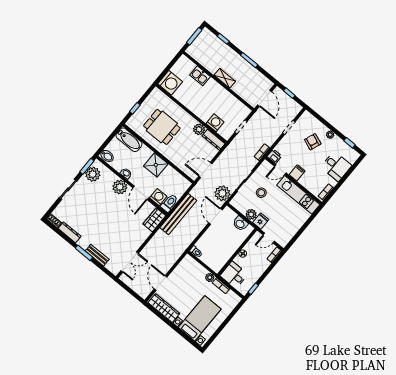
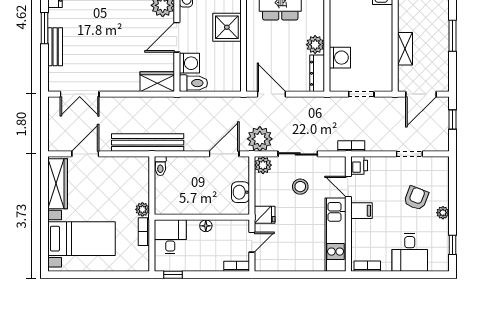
shelving: (225, 78) -> (405, 49), moved
bench: (178, 214) -> (148, 143), moved
plant: (251, 214) -> (263, 165), moved
door: (269, 238) -> (252, 242), swing flipped

